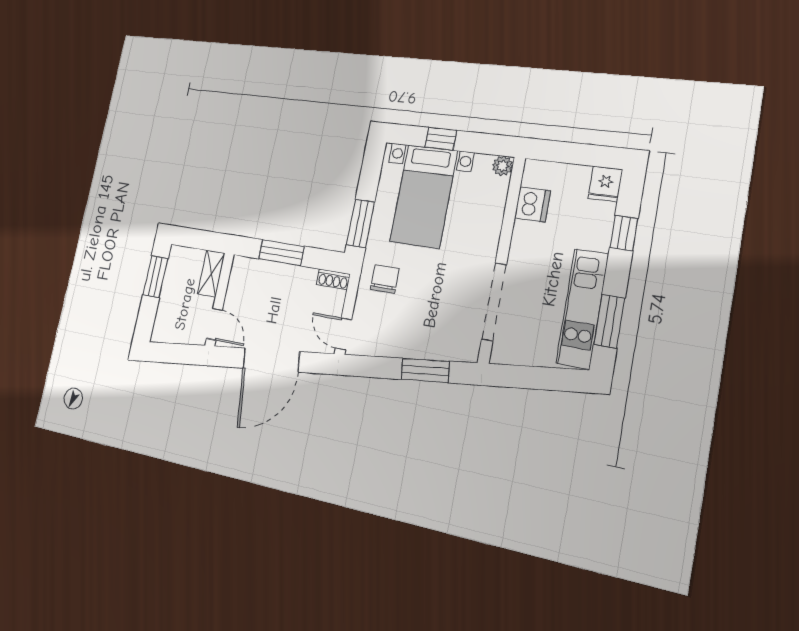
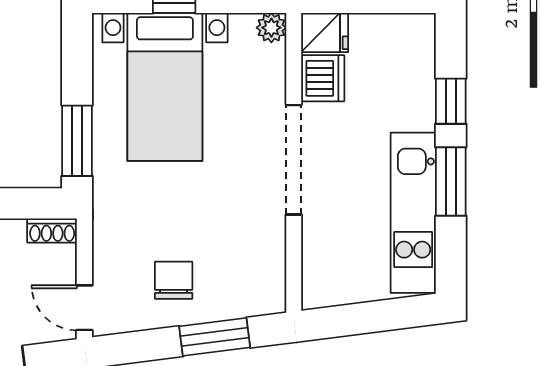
fridge: (605, 184) -> (325, 33), moved, turned -90
chair: (385, 279) -> (174, 280), moved
doorway: (494, 302) -> (294, 160), moved
window: (609, 321) -> (451, 182), moved

